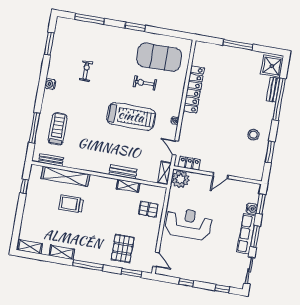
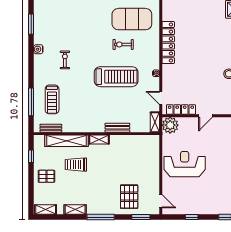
exercise bike: (86, 71) -> (65, 60), moved
water cooler: (50, 84) -> (38, 49), moved
treadmill: (58, 129) -> (52, 99), turned 180
locker: (189, 163) -> (181, 110), width x1.53
shelving: (128, 186) -> (99, 139), moved
pallet: (148, 209) -> (46, 176), moved

